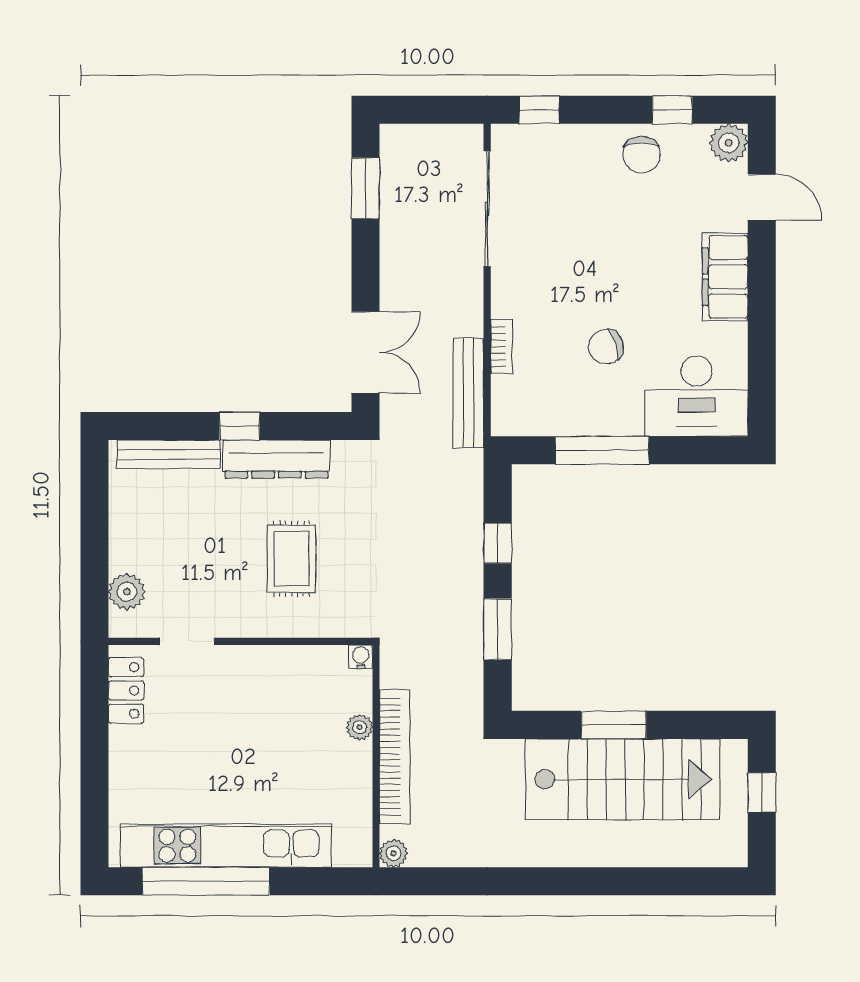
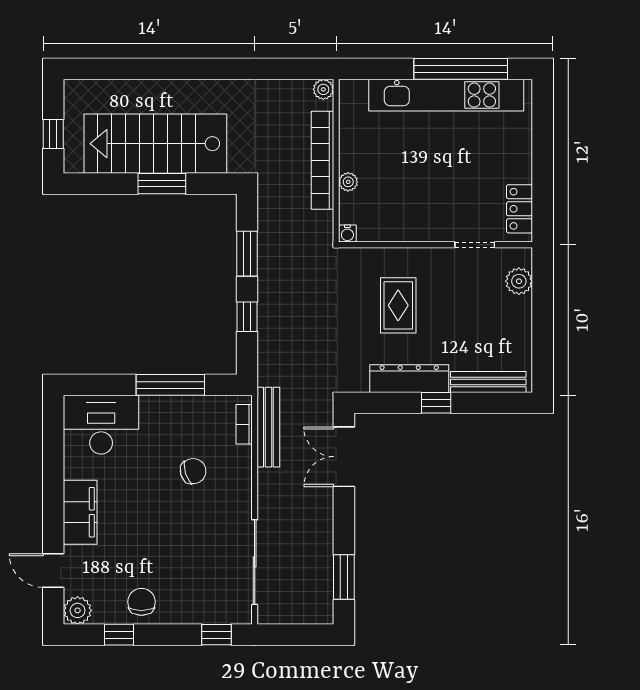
bookcase: (502, 347) -> (244, 424), moved
chair: (606, 347) -> (193, 471), moved

